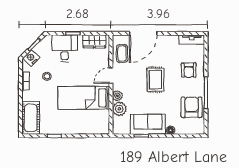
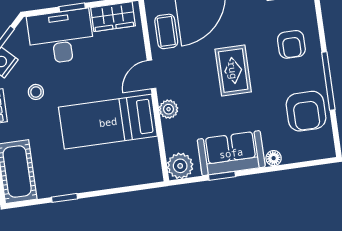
desk: (65, 48) -> (61, 37), width x1.37
armchair: (192, 107) -> (306, 111), turned 180
plant: (119, 109) -> (180, 166), moved

